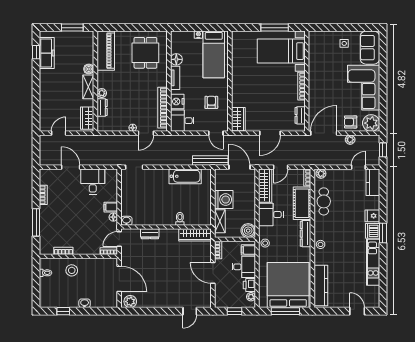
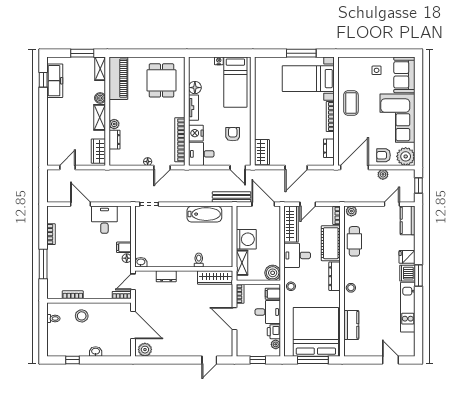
shelving: (89, 42) -> (100, 69), added
coffee table: (321, 74) -> (351, 103), added
kitchen counter: (321, 286) -> (351, 325), width x0.67

